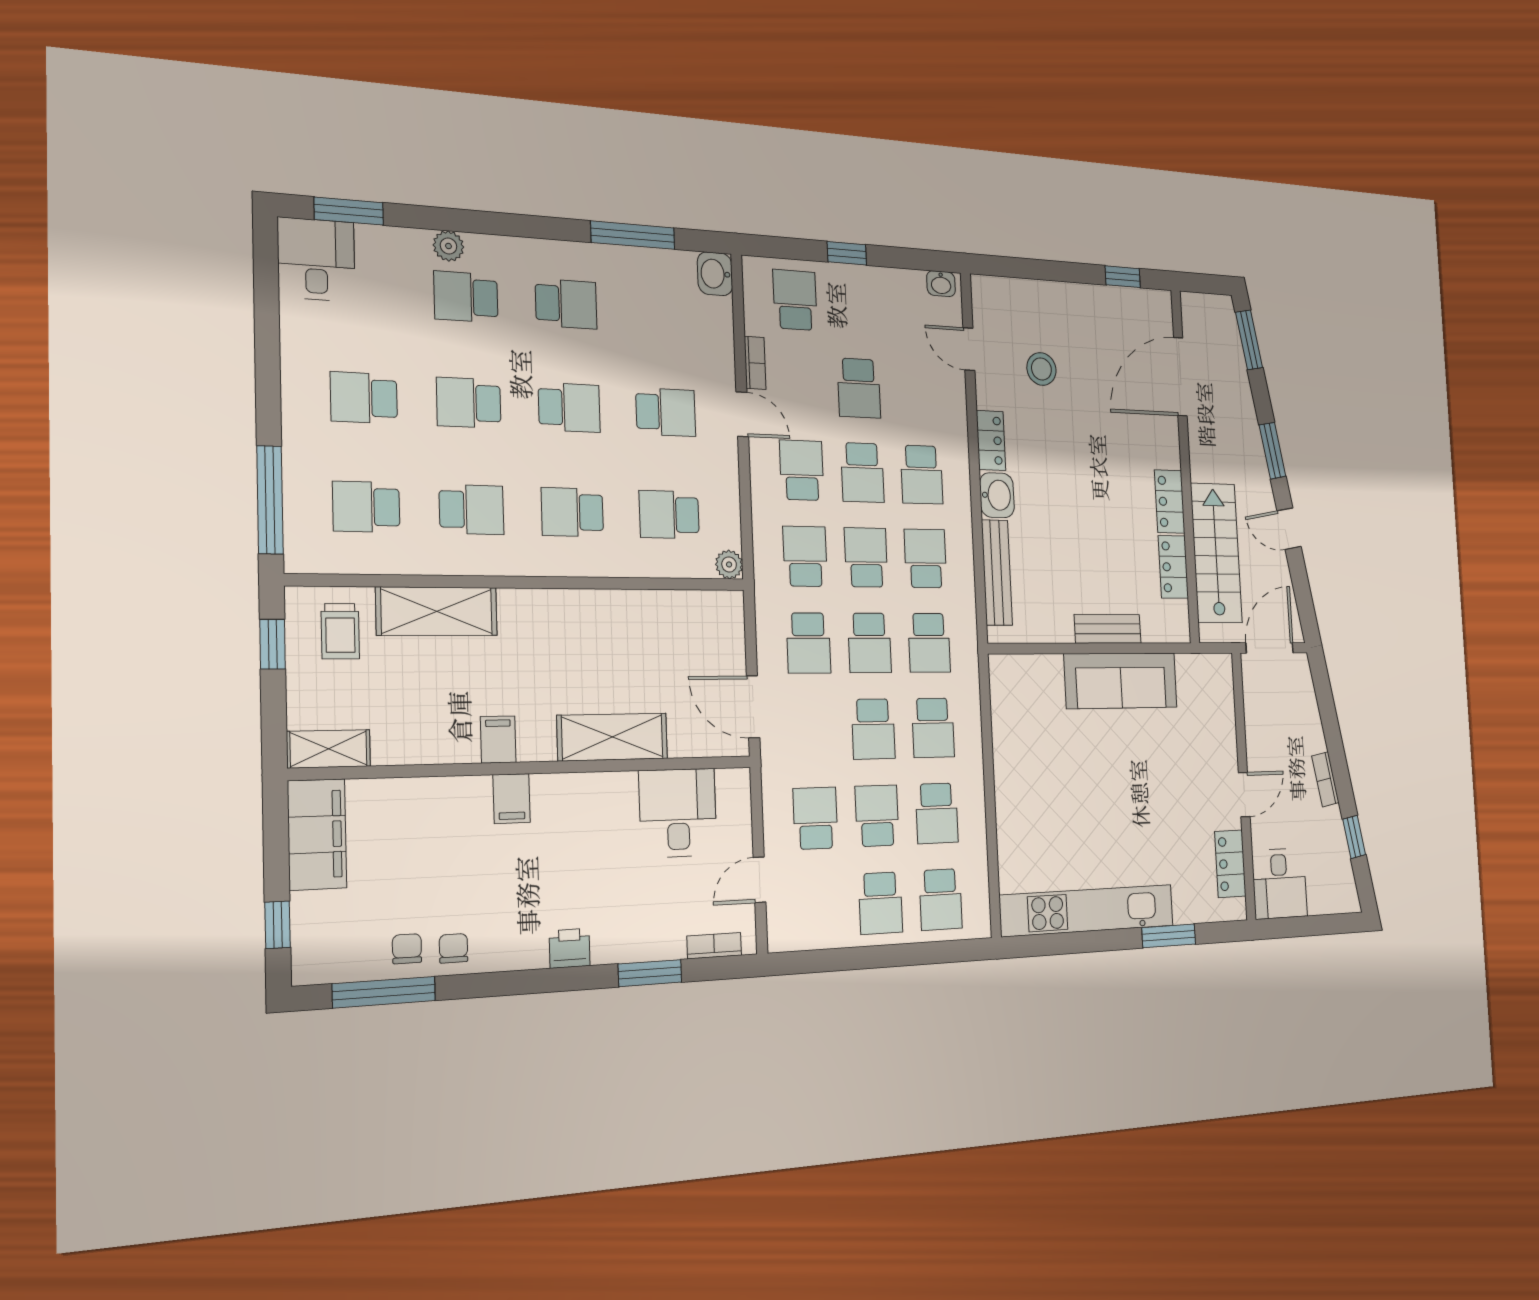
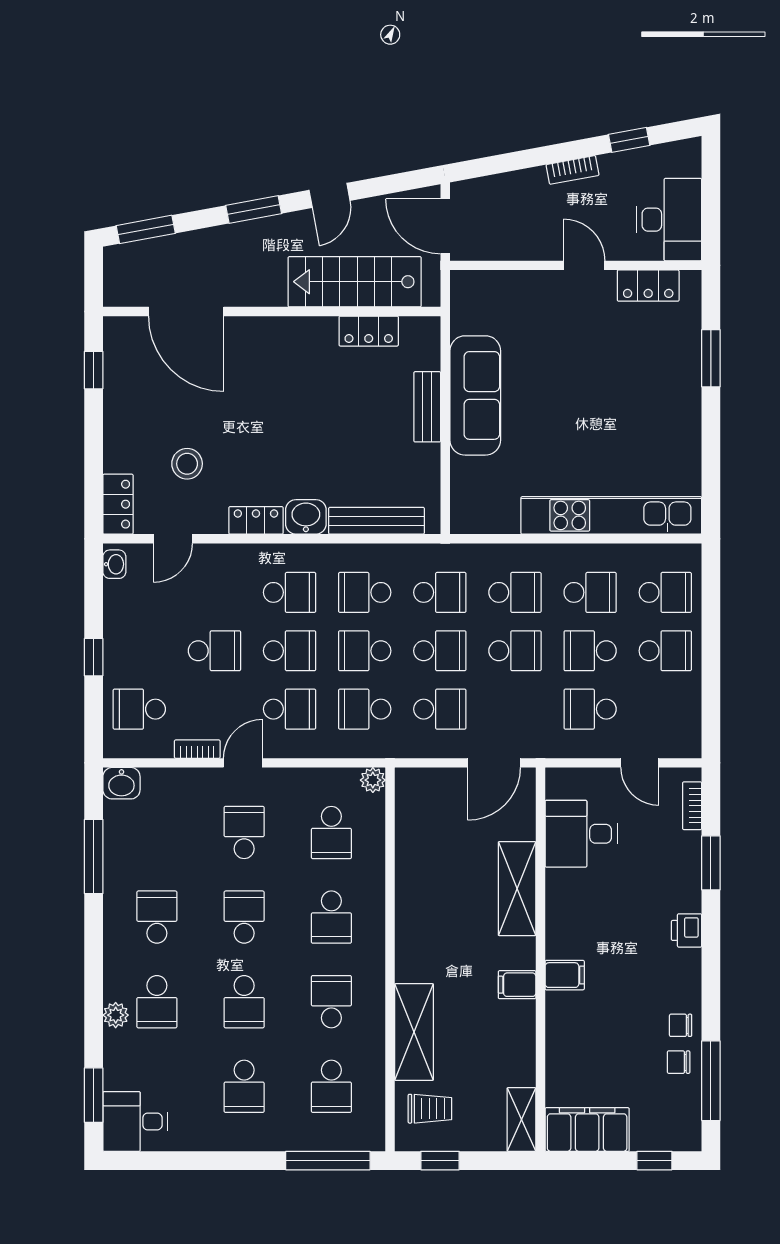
school desk: (802, 470) -> (290, 709), turned 180
locker: (1170, 502) -> (118, 504), moved, turned -90
desk: (1280, 884) -> (669, 220), width x1.37
kitchen unit: (1087, 910) -> (611, 515), moved, turned 90

